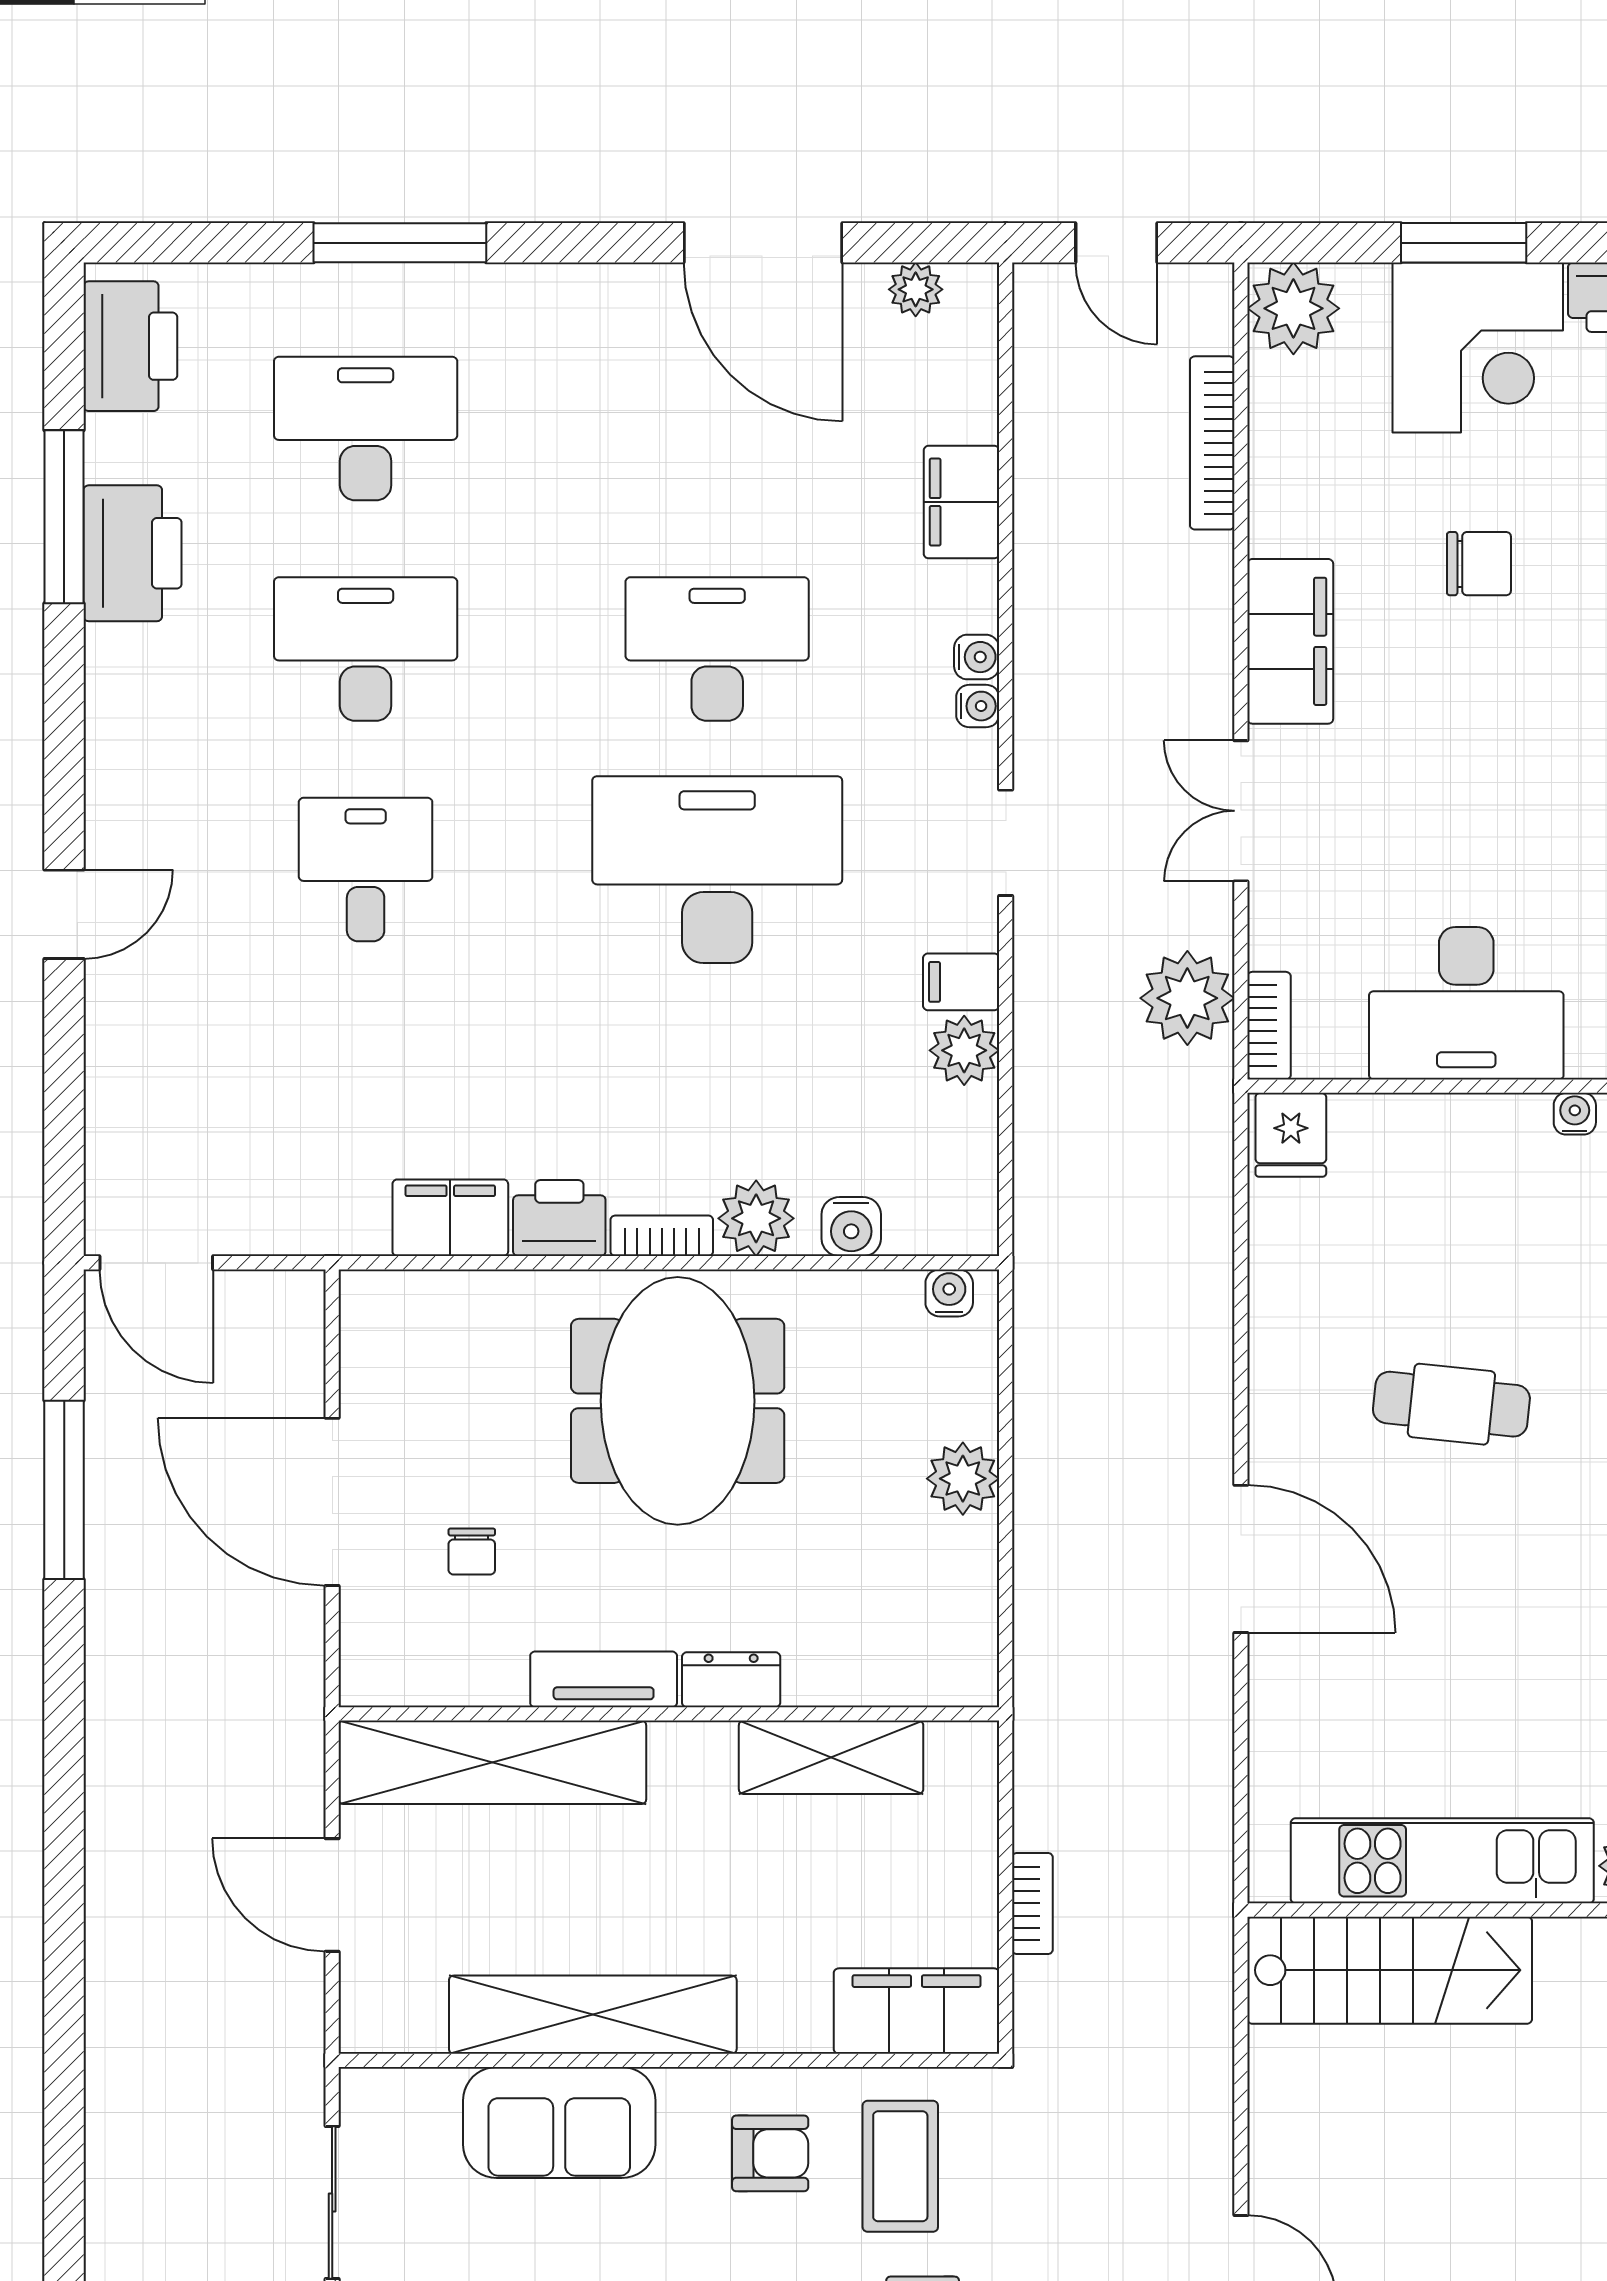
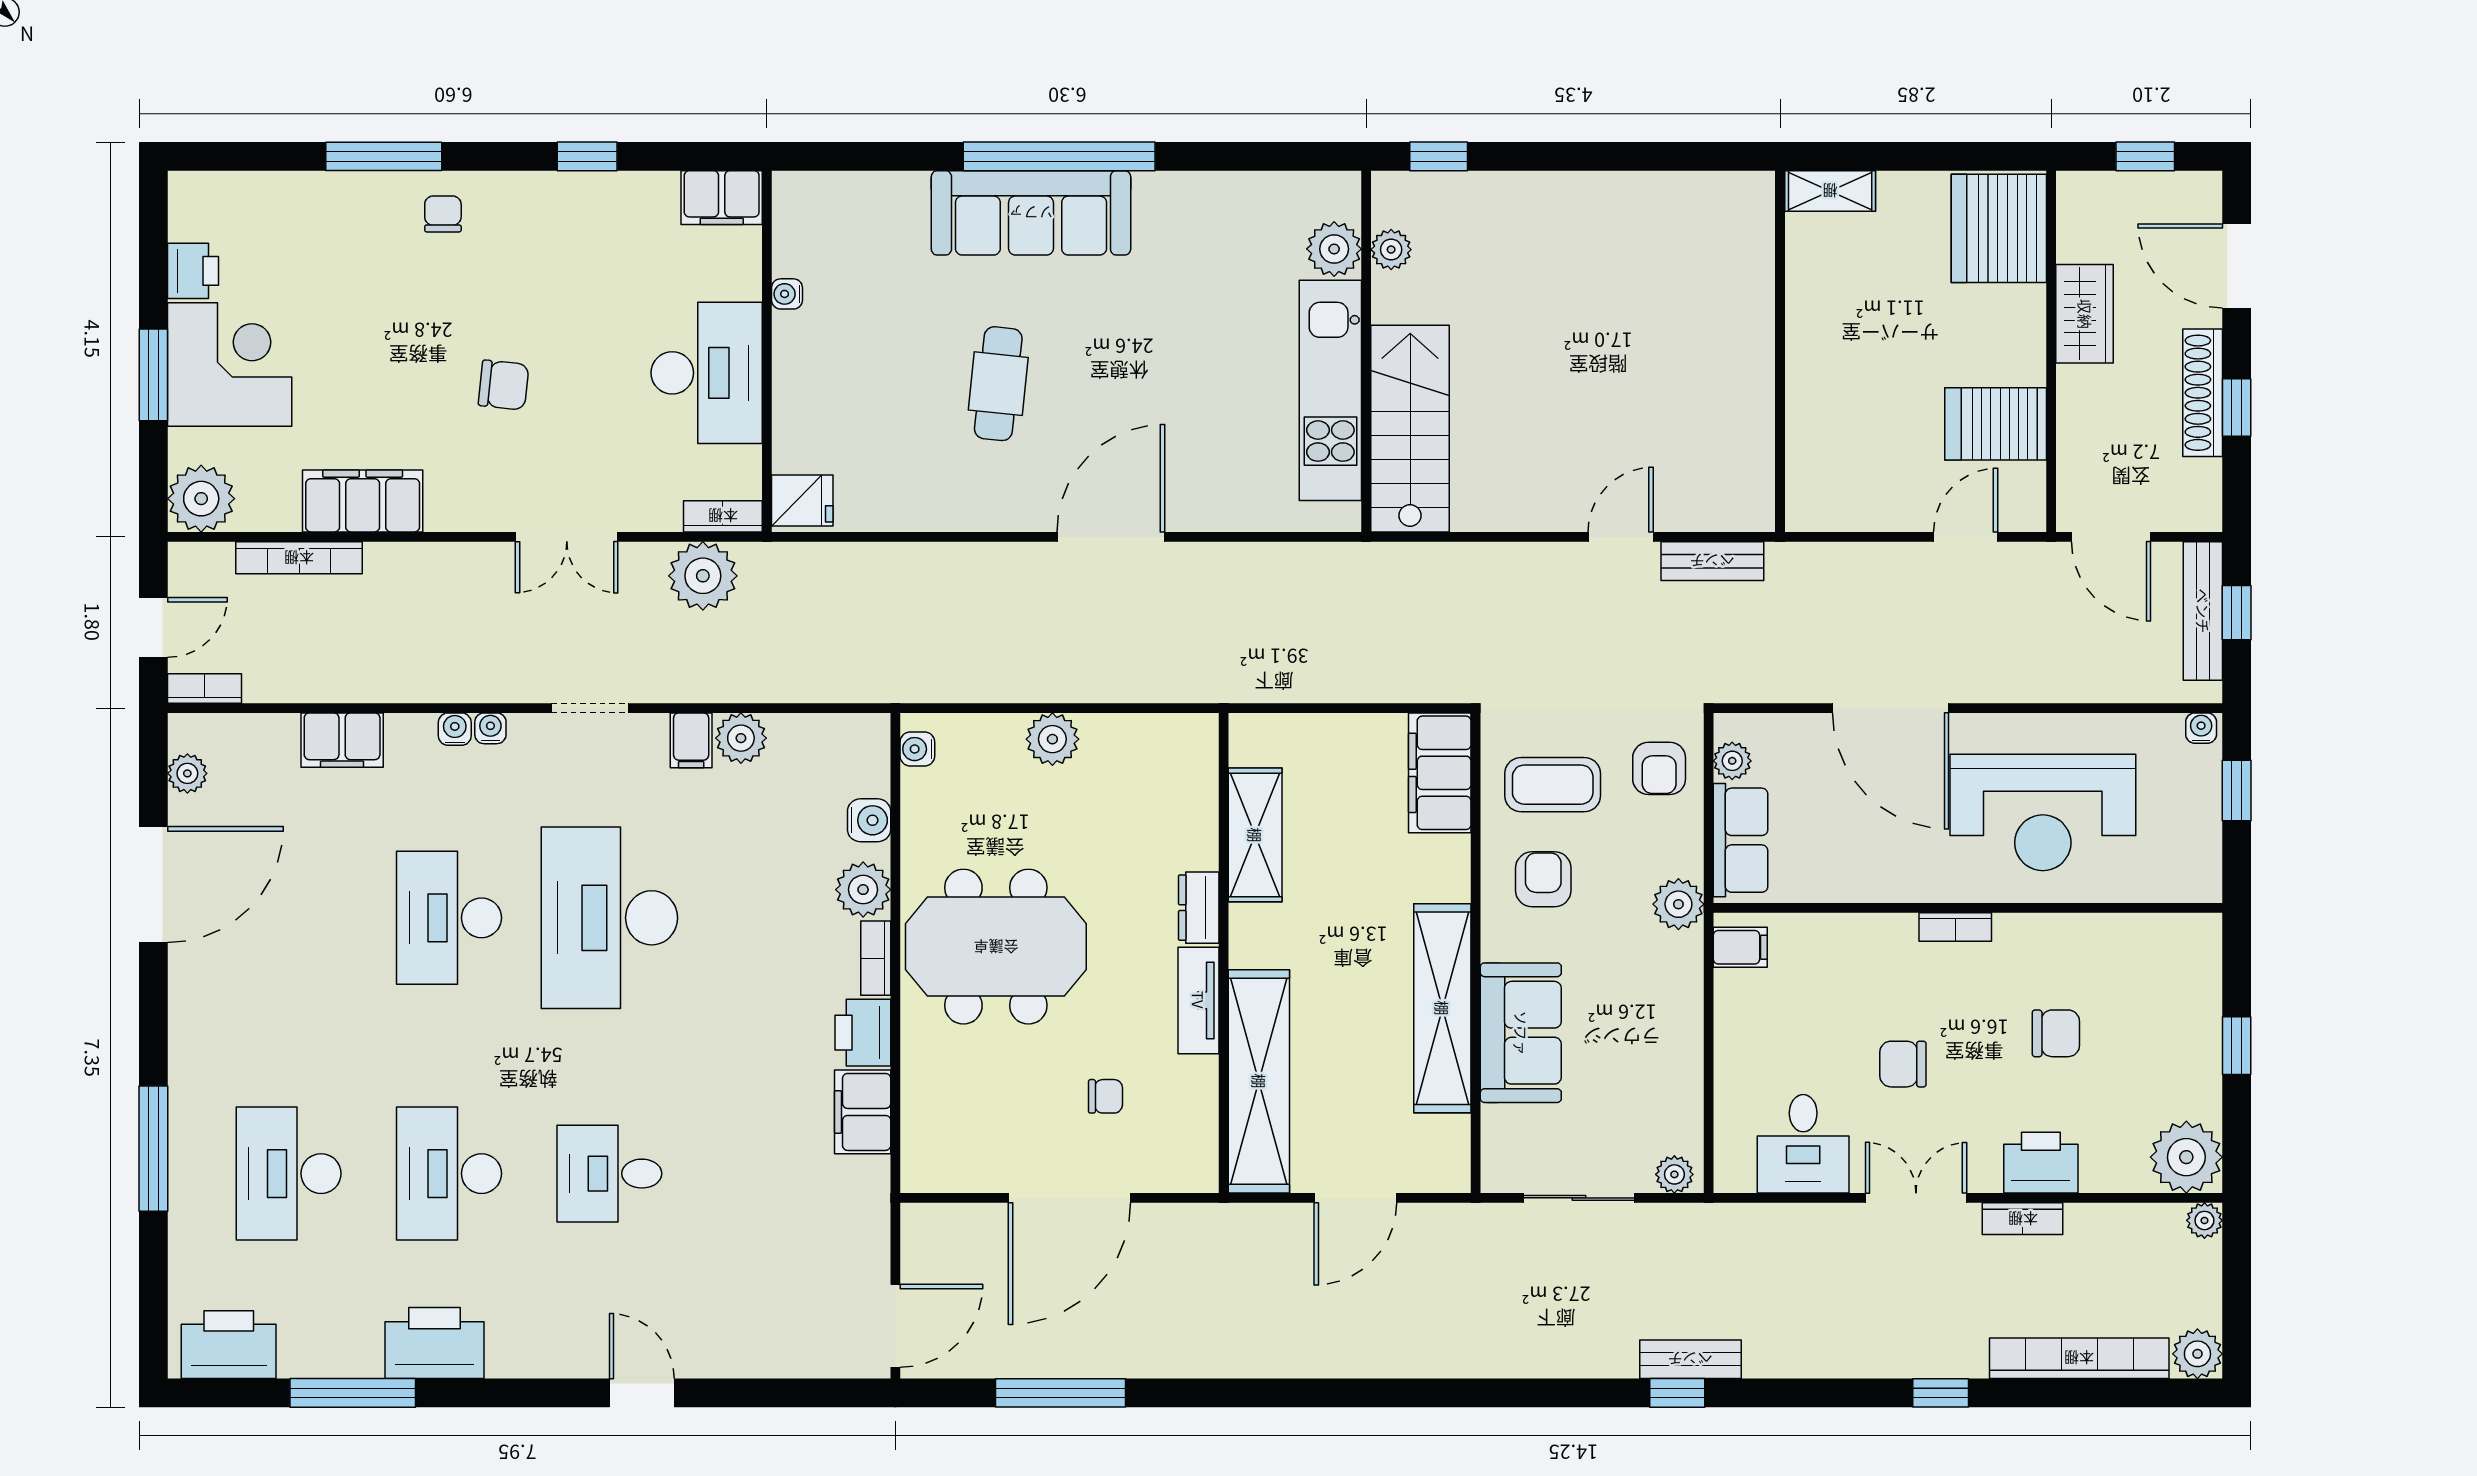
printer: (133, 553) -> (435, 1343), moved
chair: (1479, 564) -> (504, 385), moved, turned 96
filing cabinet: (1290, 641) -> (363, 501), moved
bookcase: (1032, 1903) -> (205, 688), moved

